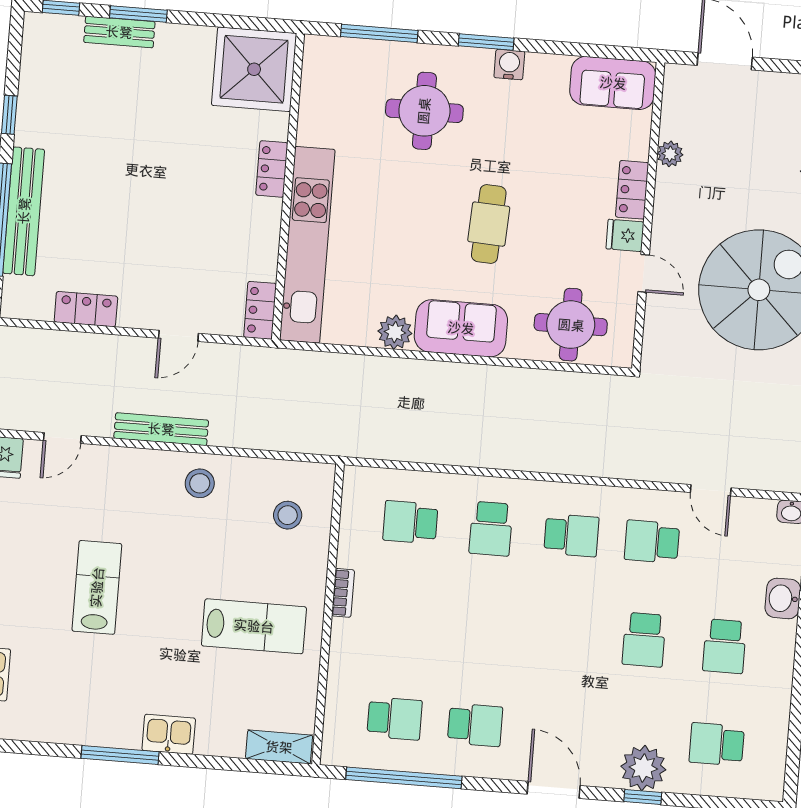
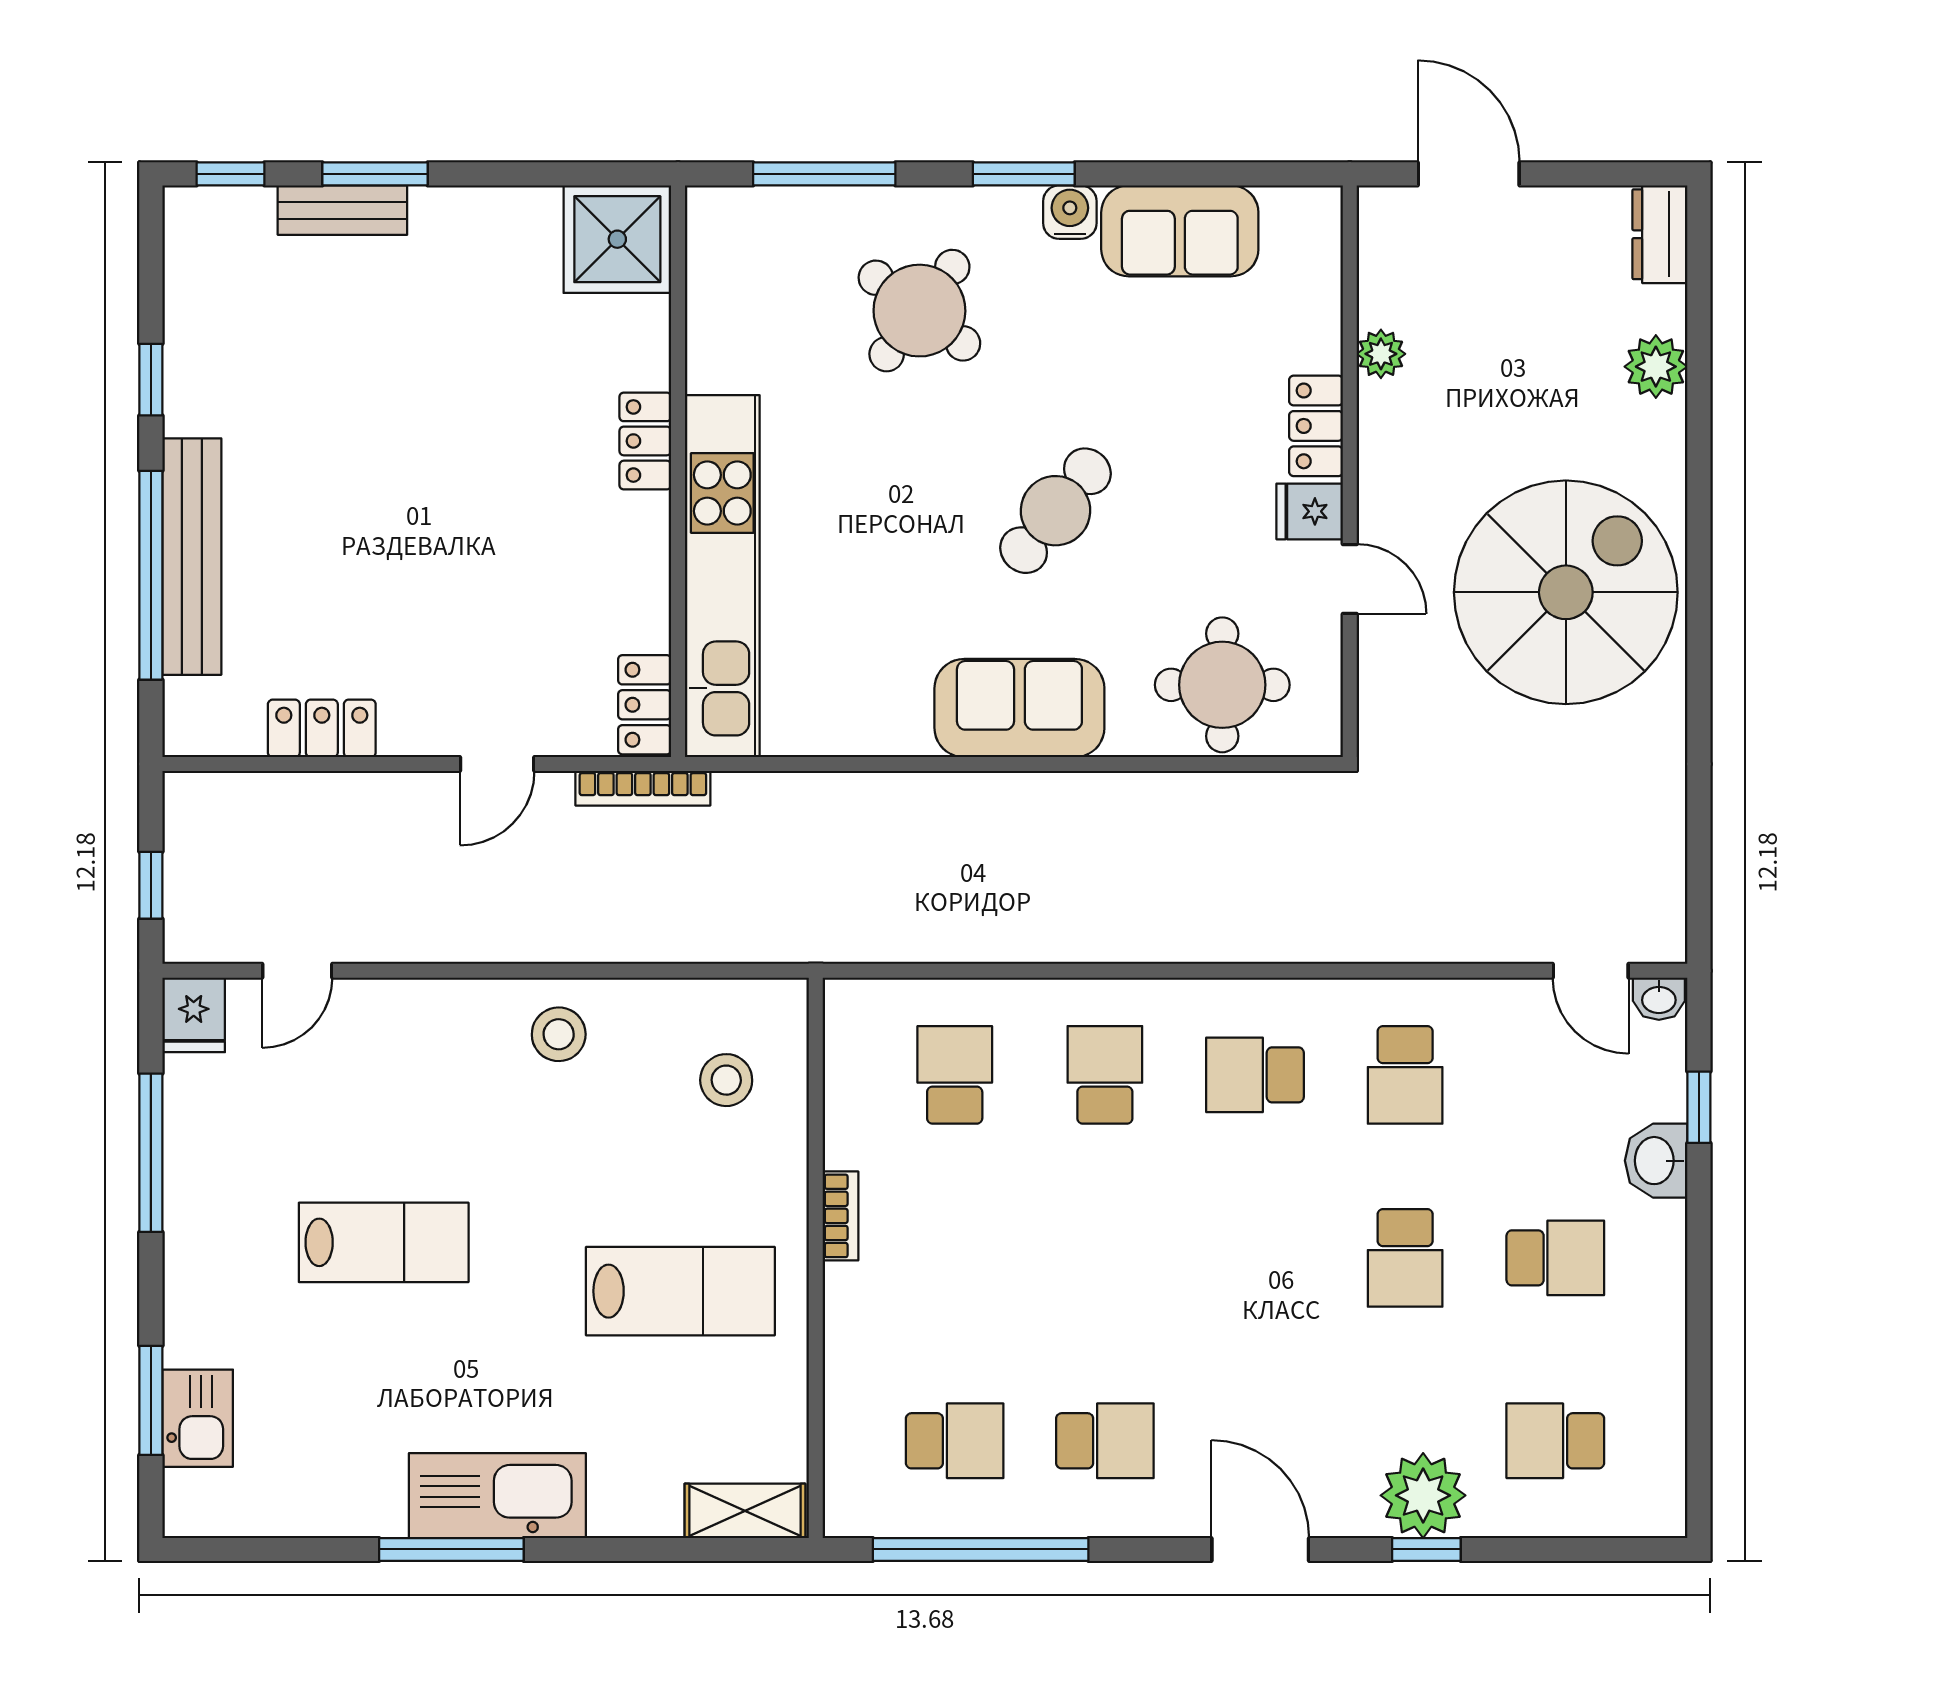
shower: (254, 69) -> (617, 239), width x0.73, depth x0.73
sofa: (613, 83) -> (1180, 231), moved
round table: (424, 111) -> (919, 311), turned 37
cafe table: (489, 224) -> (1056, 511), turned 36
plant: (395, 332) -> (898, 725), removed
bookcase: (256, 355) -> (643, 788), added
bench: (161, 429) -> (479, 940), removed
door: (711, 490) -> (1591, 971), moved
school desk: (410, 522) -> (955, 1075), turned 90
school desk: (491, 529) -> (1105, 1075), turned 180
school desk: (571, 535) -> (1255, 1075), turned 180
school desk: (652, 542) -> (1405, 1075), turned -90
lab bench: (97, 587) -> (384, 1242), turned 90
school desk: (725, 646) -> (1555, 1258), turned -90
kitchen sink: (169, 734) -> (497, 1496), width x1.88, depth x1.24

